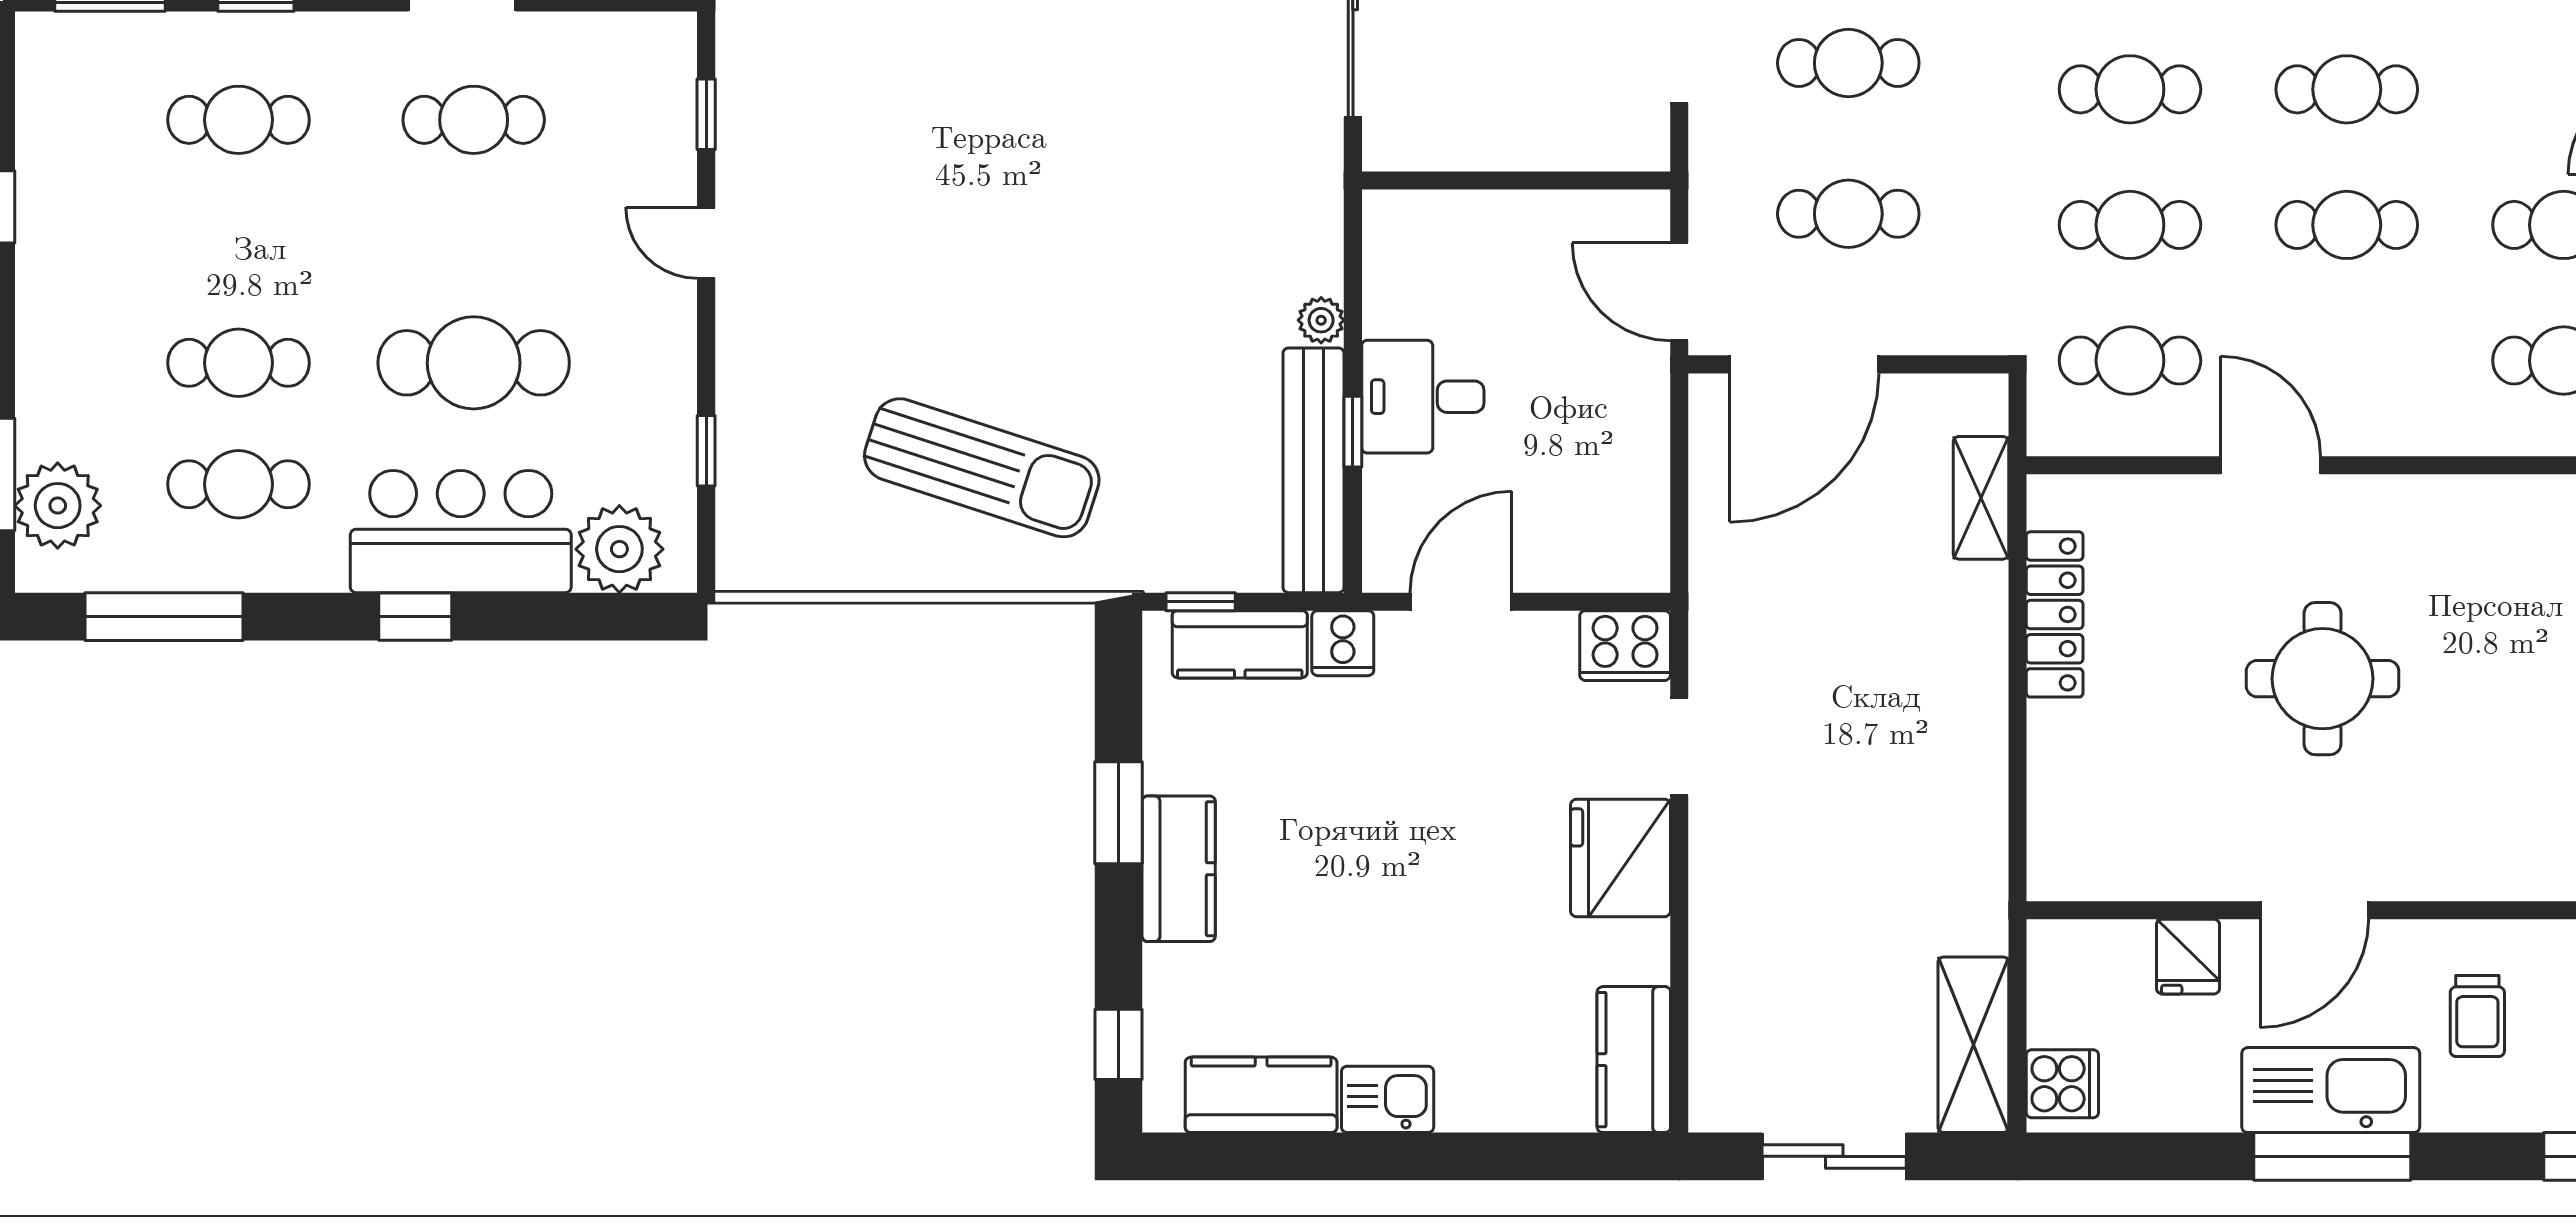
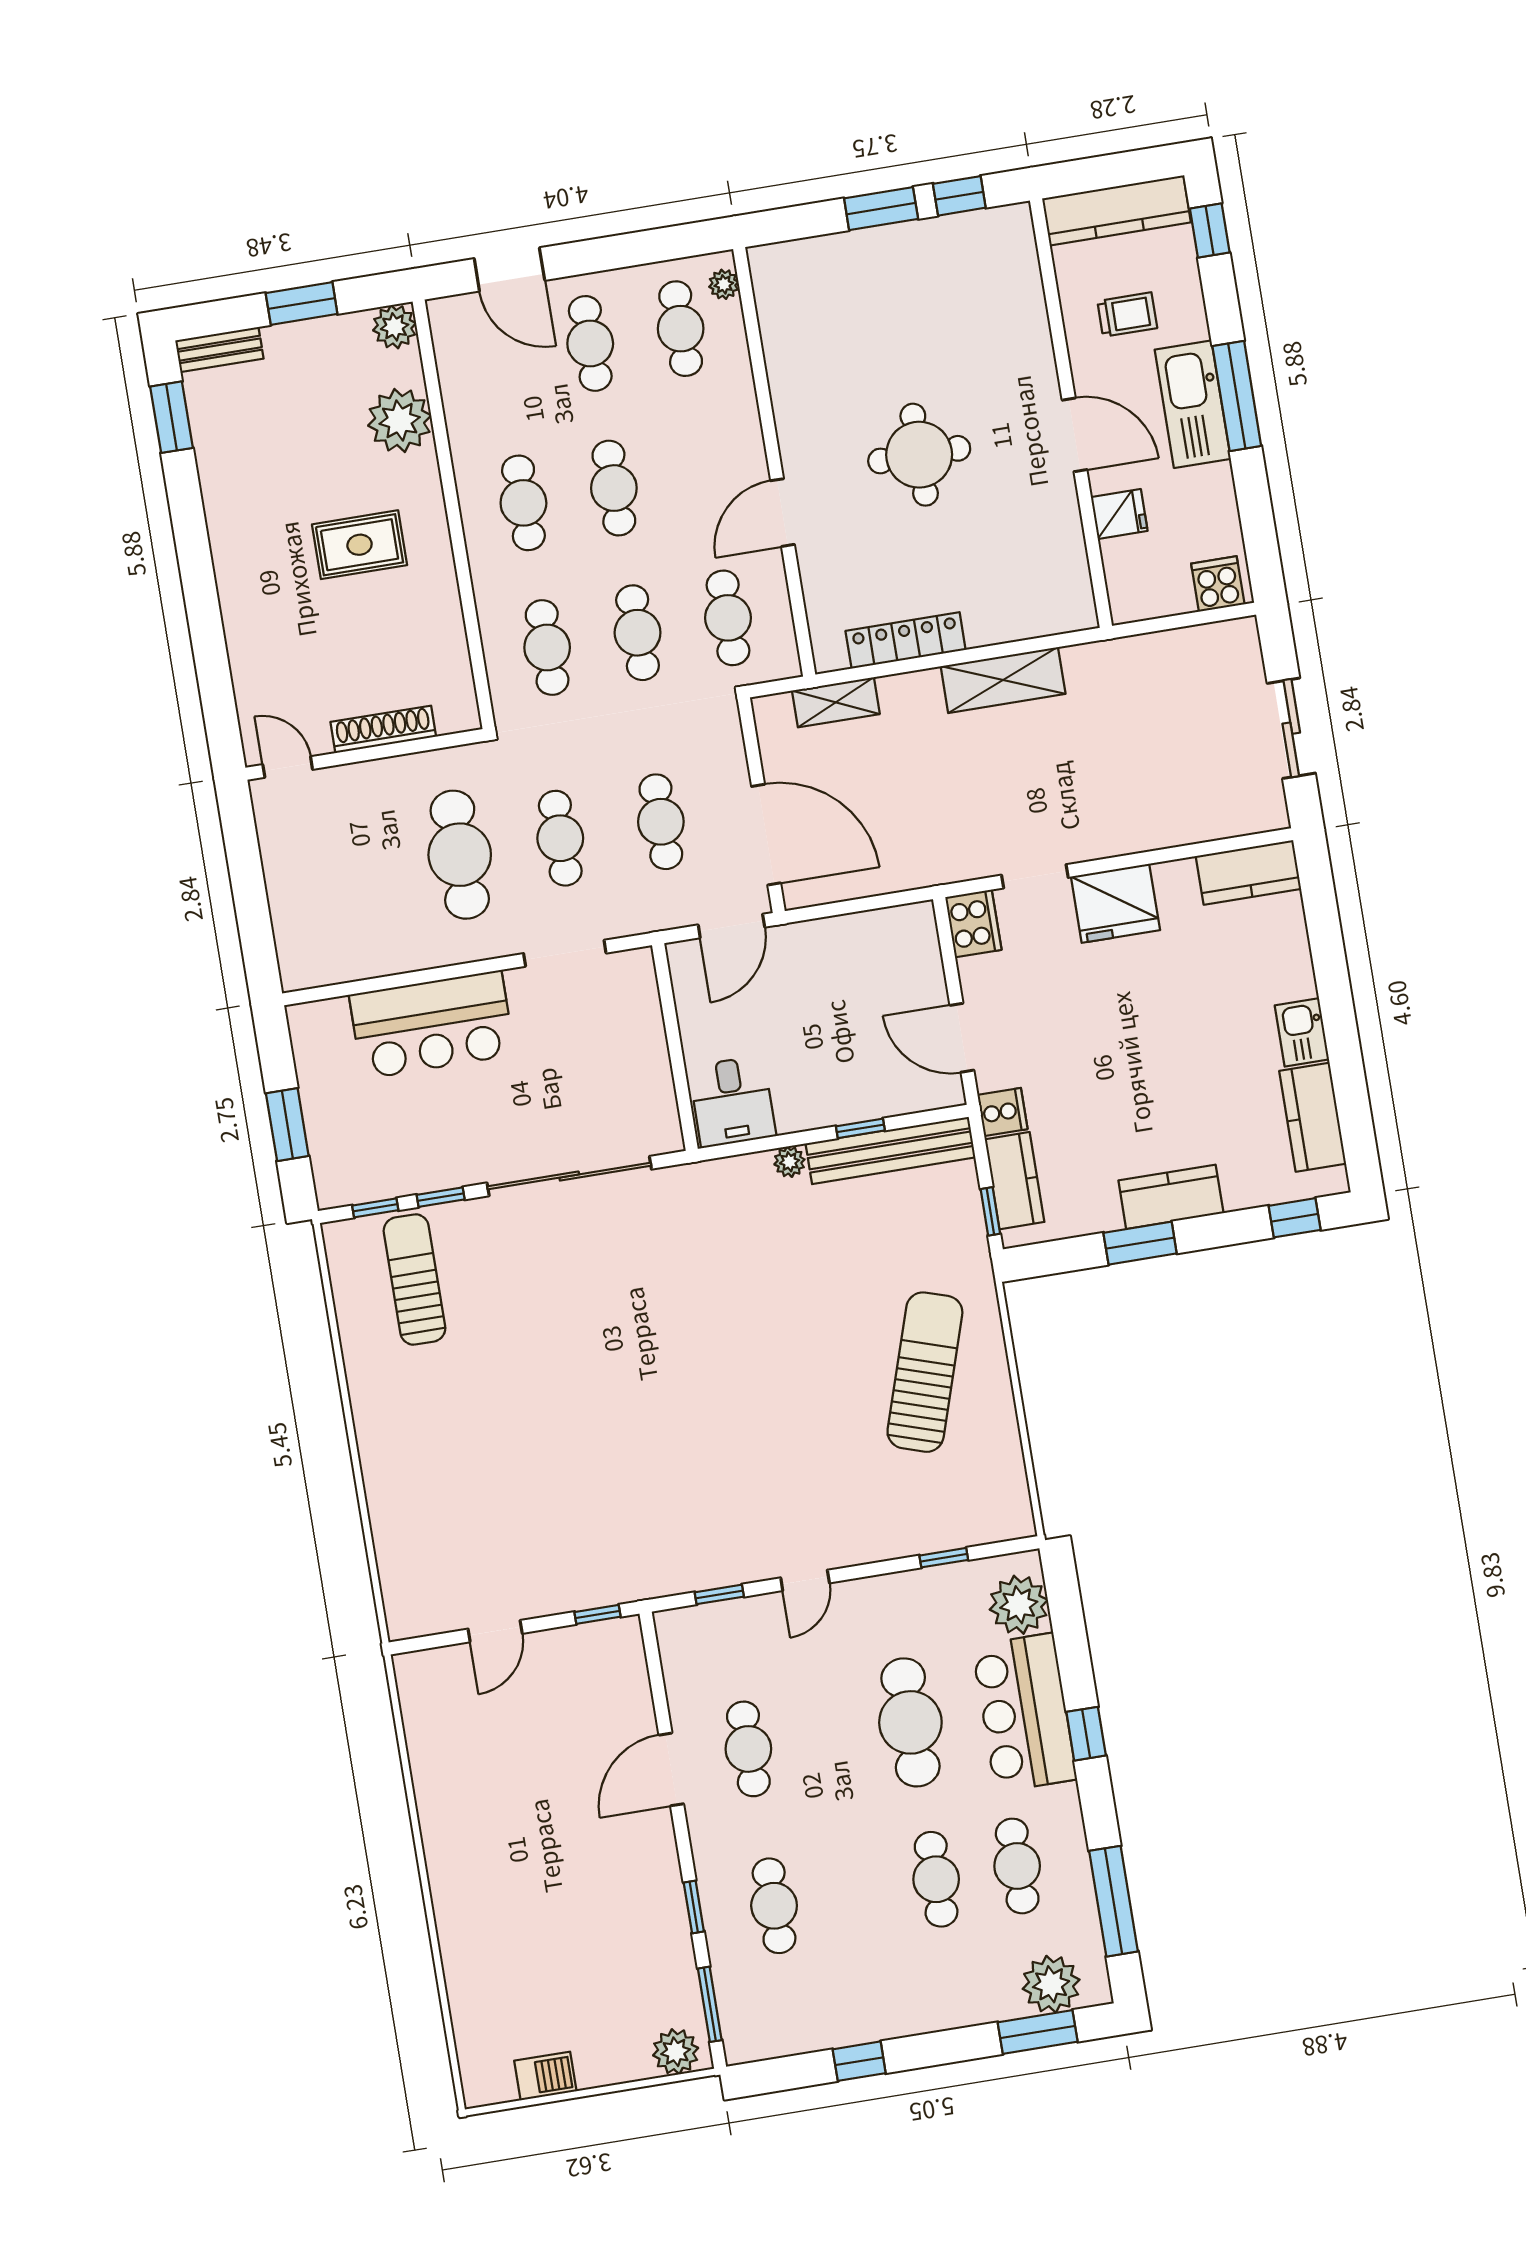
desk: (1423, 397) -> (732, 1101), moved
shelving: (1973, 1045) -> (1003, 680), moved

